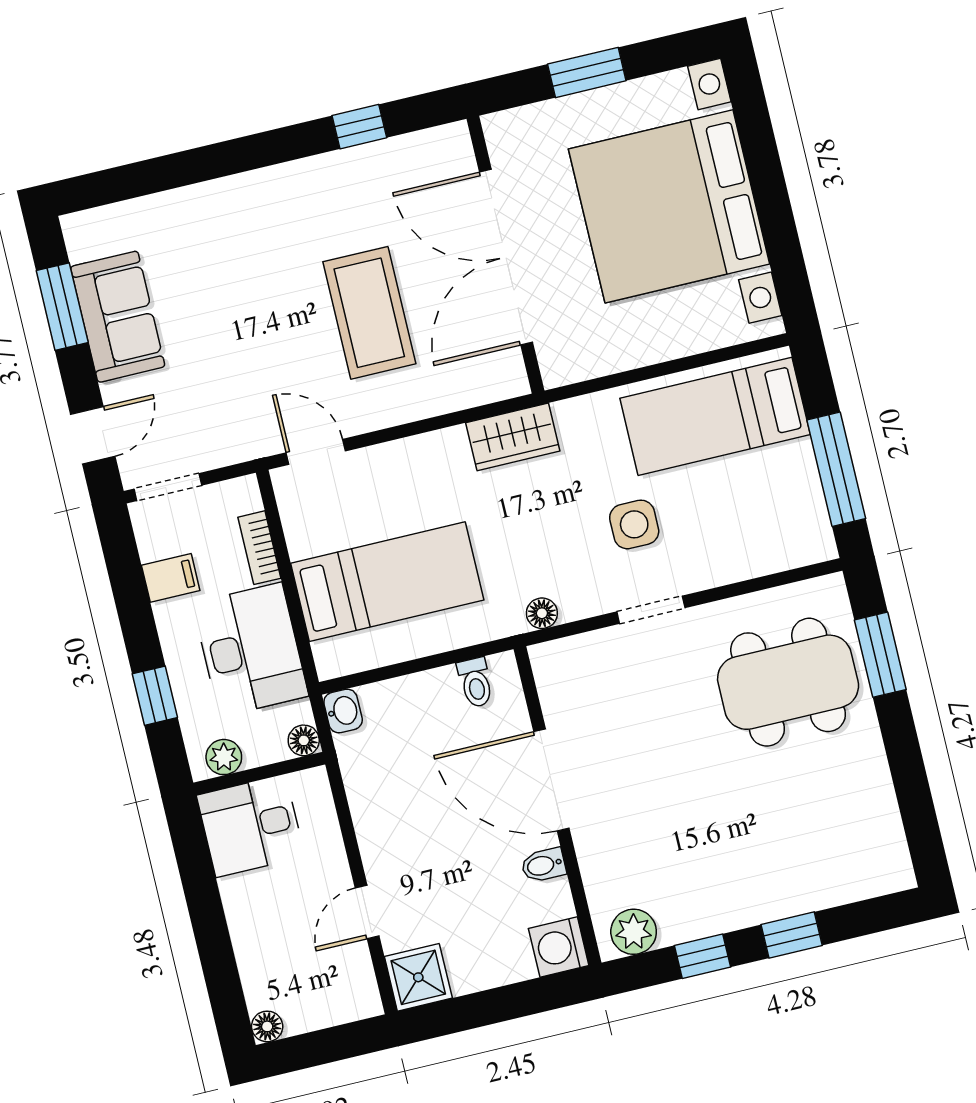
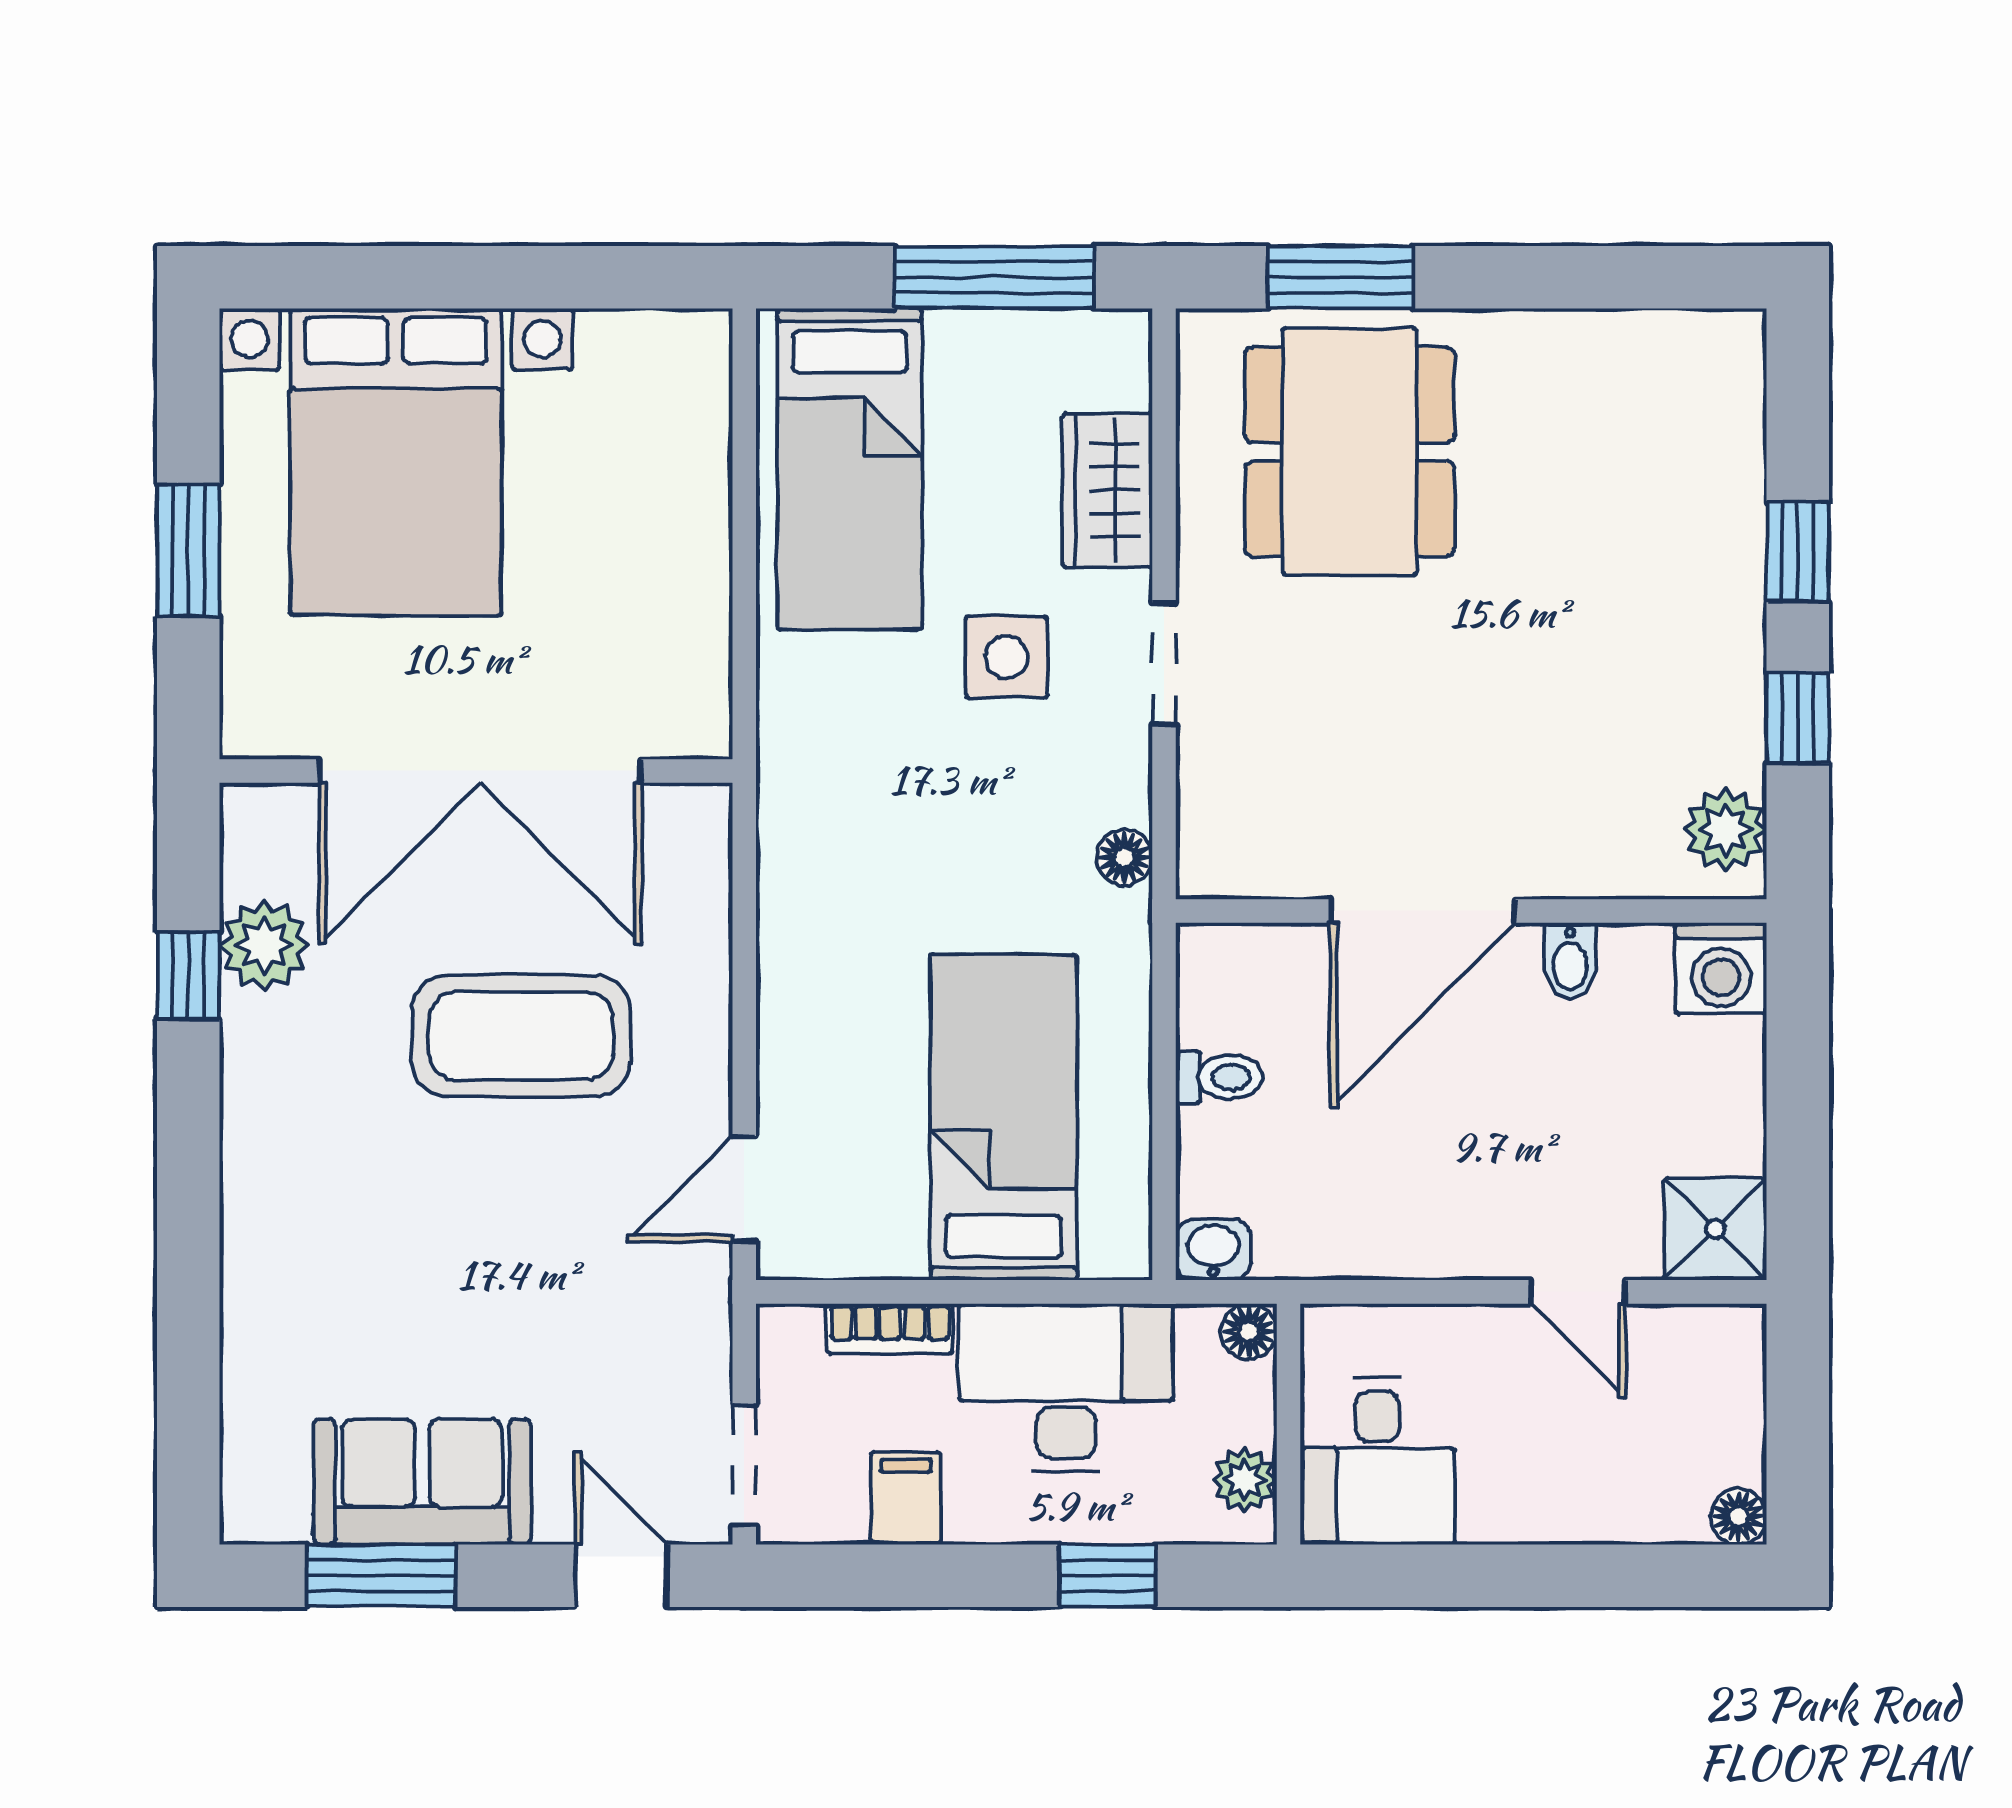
plant: (385, 164) -> (264, 945), added
bed with nightstands: (669, 206) -> (396, 462), width x0.73
wardrobe: (513, 437) -> (1108, 490), moved, turned 180
toilet: (475, 683) -> (1219, 1077), moved

